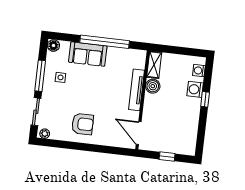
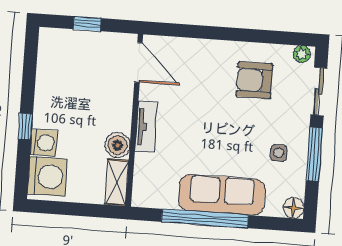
sofa: (88, 54) -> (222, 195), width x1.36
washing machine: (199, 71) -> (47, 176), width x1.89, depth x1.89
tv unit: (137, 90) -> (146, 127), width x0.71
armchair: (83, 124) -> (254, 80), moved

